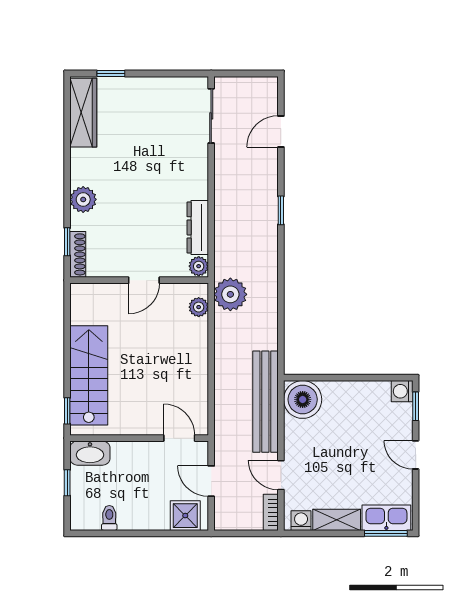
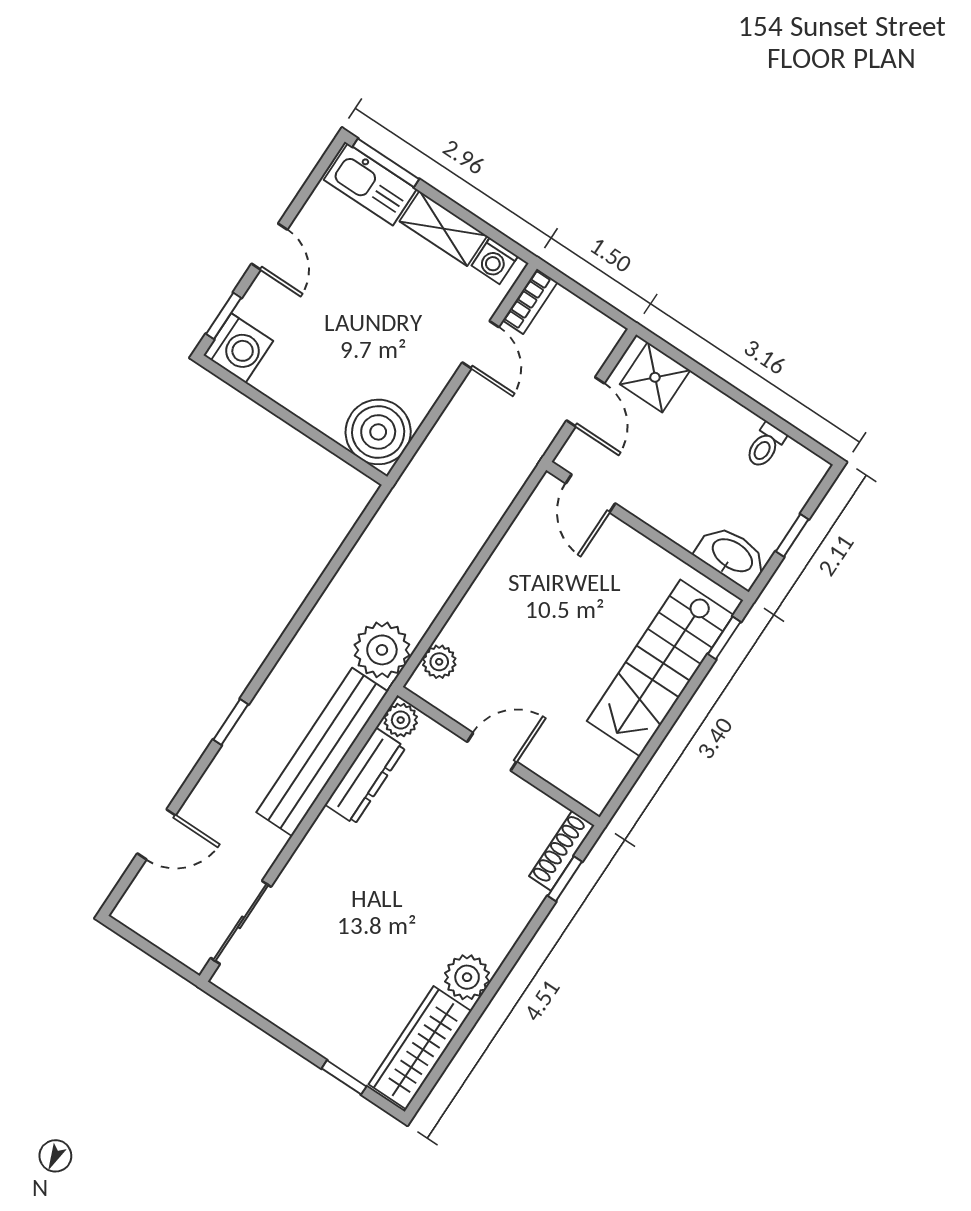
plant: (83, 199) -> (467, 977), moved
washing machine: (402, 391) -> (238, 348), width x1.38, depth x1.38
bench: (265, 402) -> (322, 752), moved

